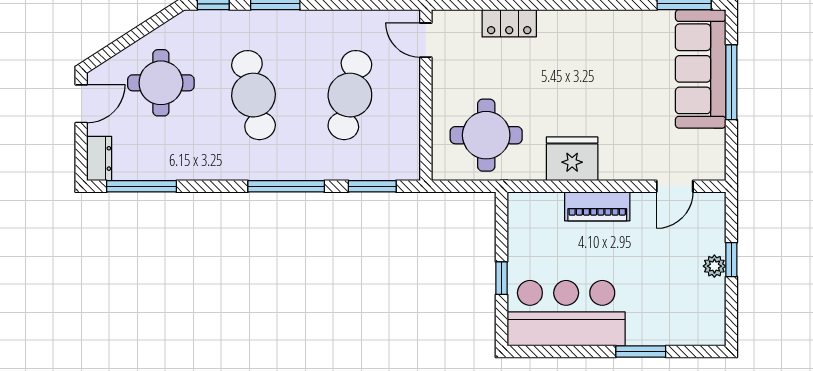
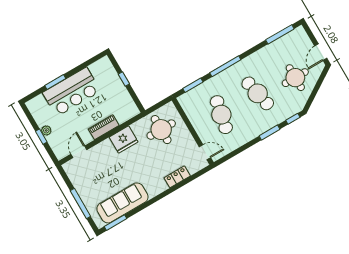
sofa: (701, 69) -> (122, 203), moved, turned -90
dresser: (99, 158) -> (302, 36), removed
bar counter: (566, 313) -> (72, 92), moved

